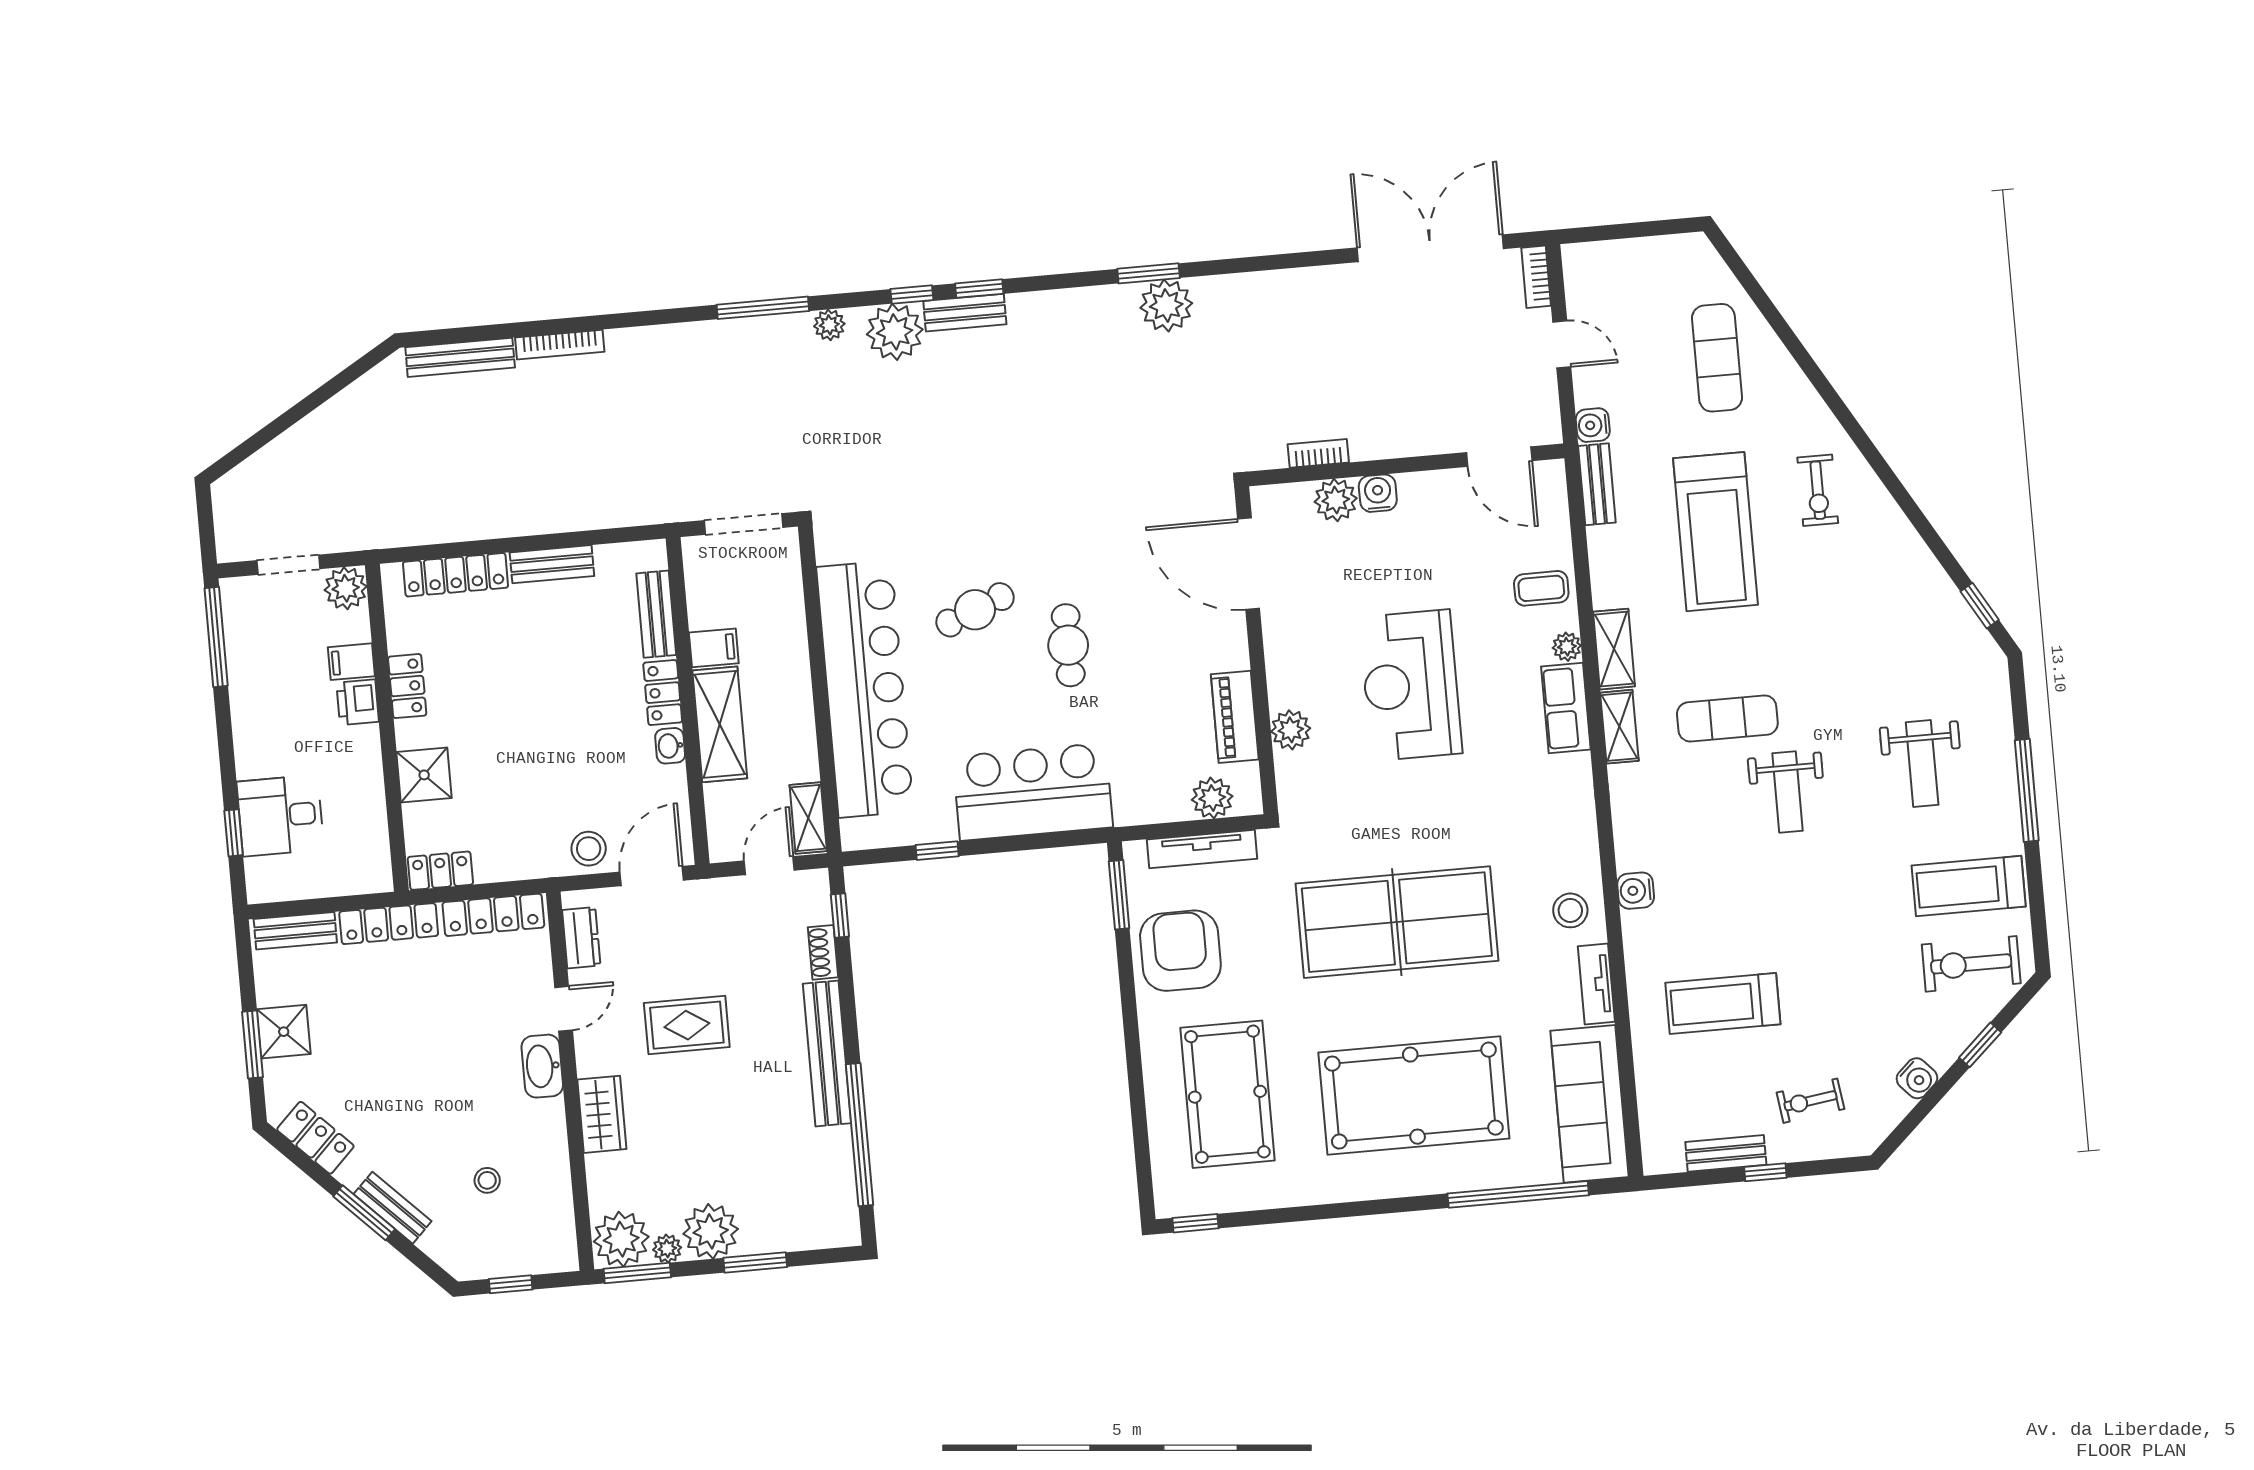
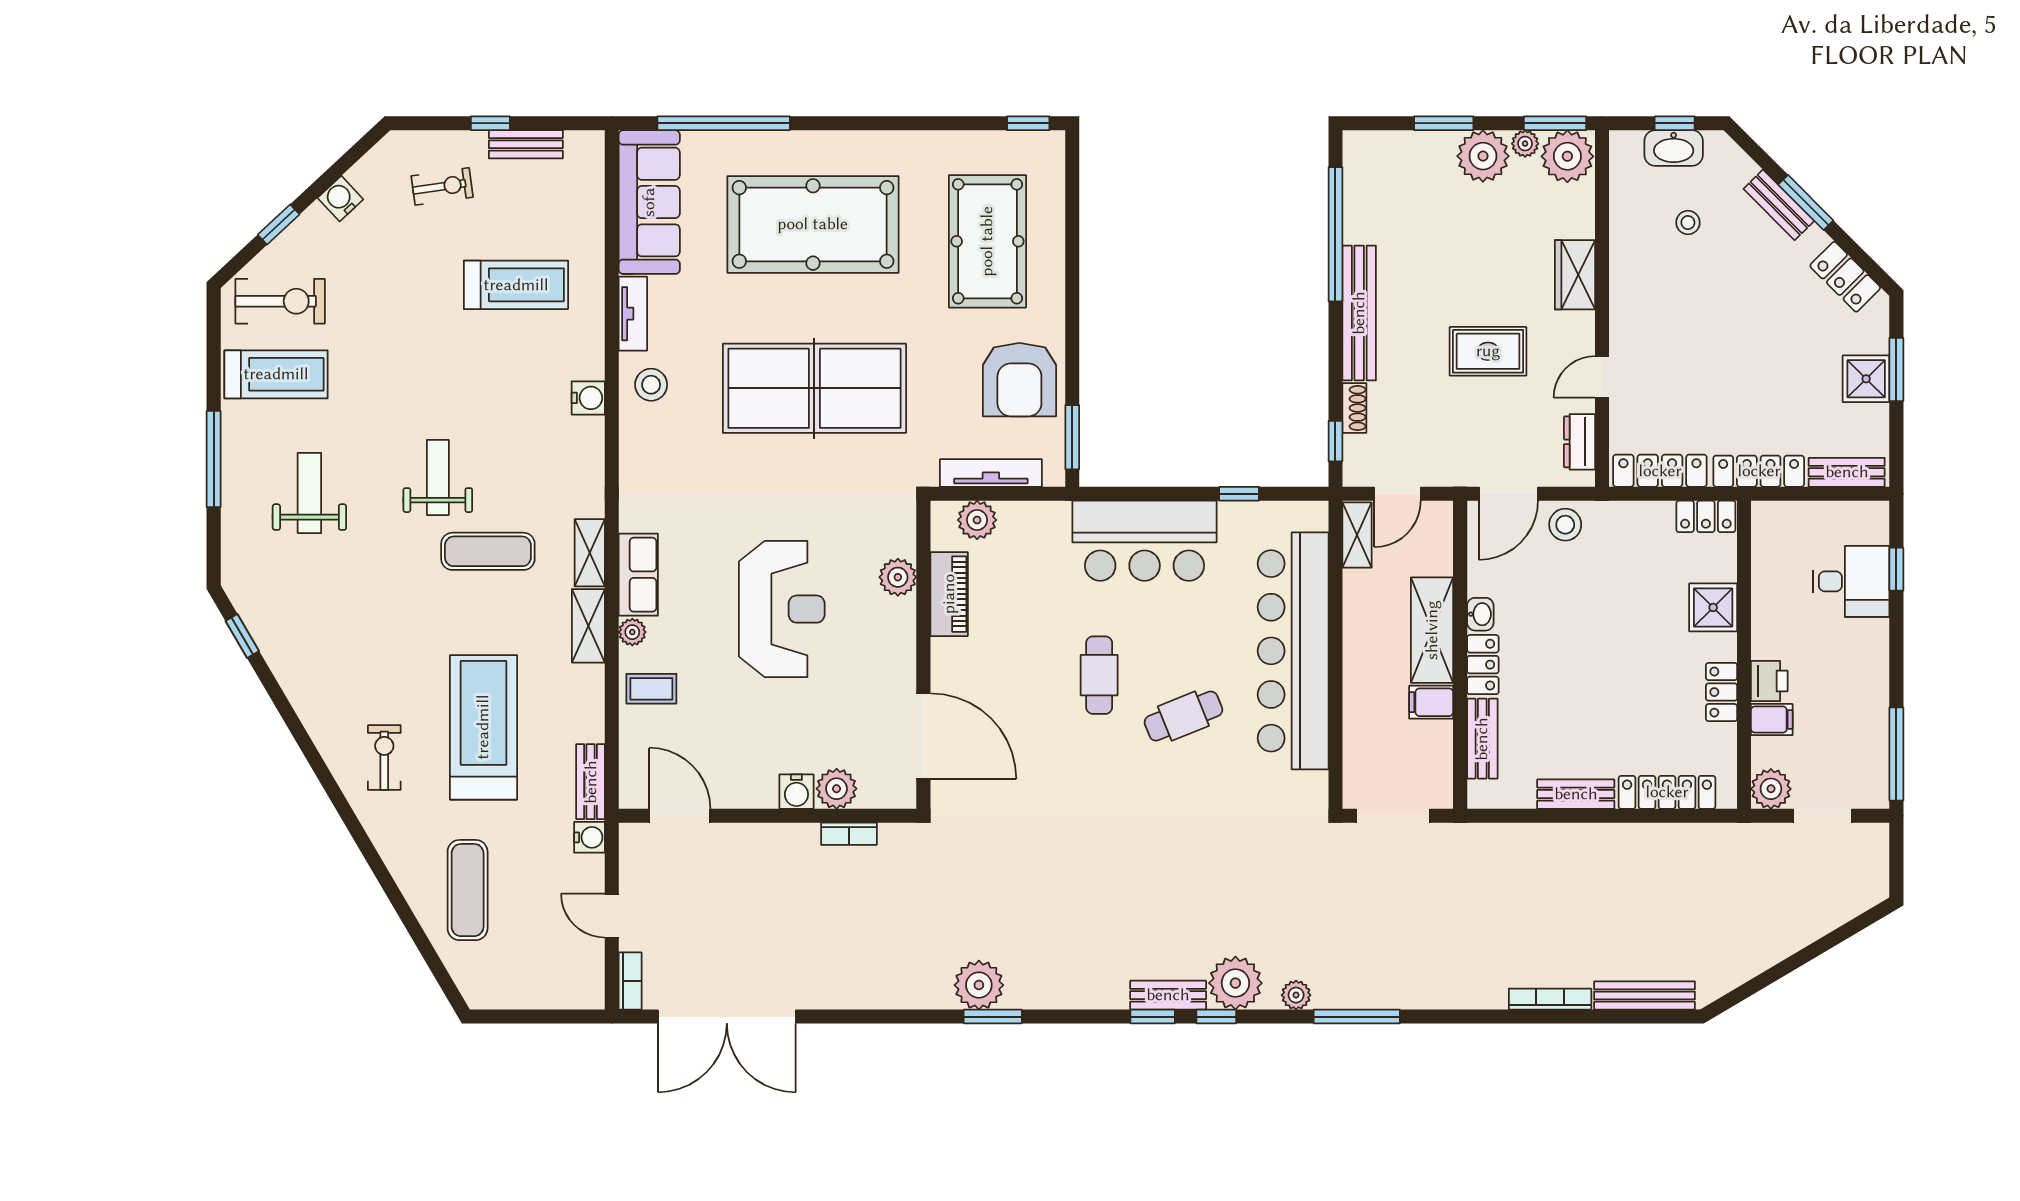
washbasin: (542, 1066) -> (1674, 148), moved, turned 90

